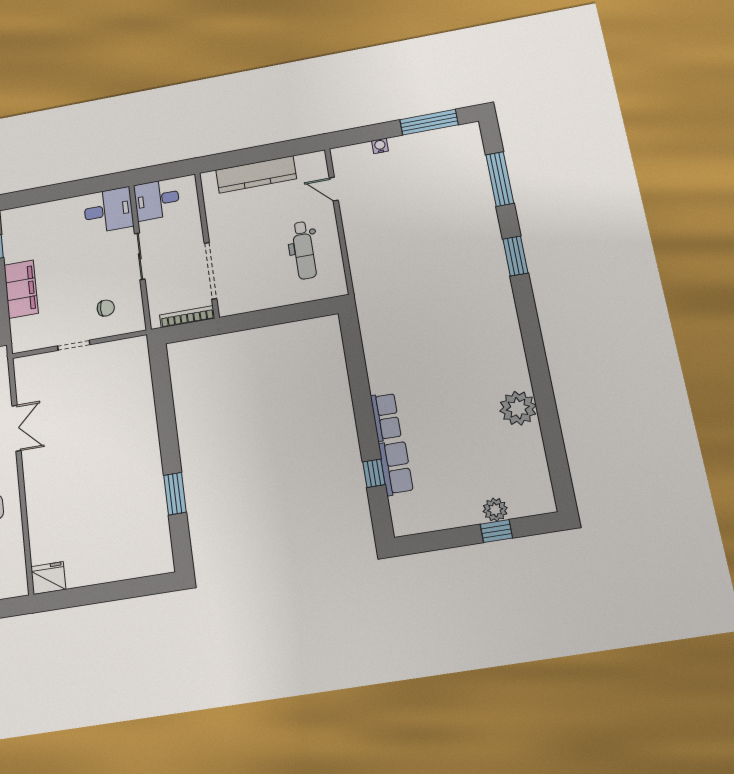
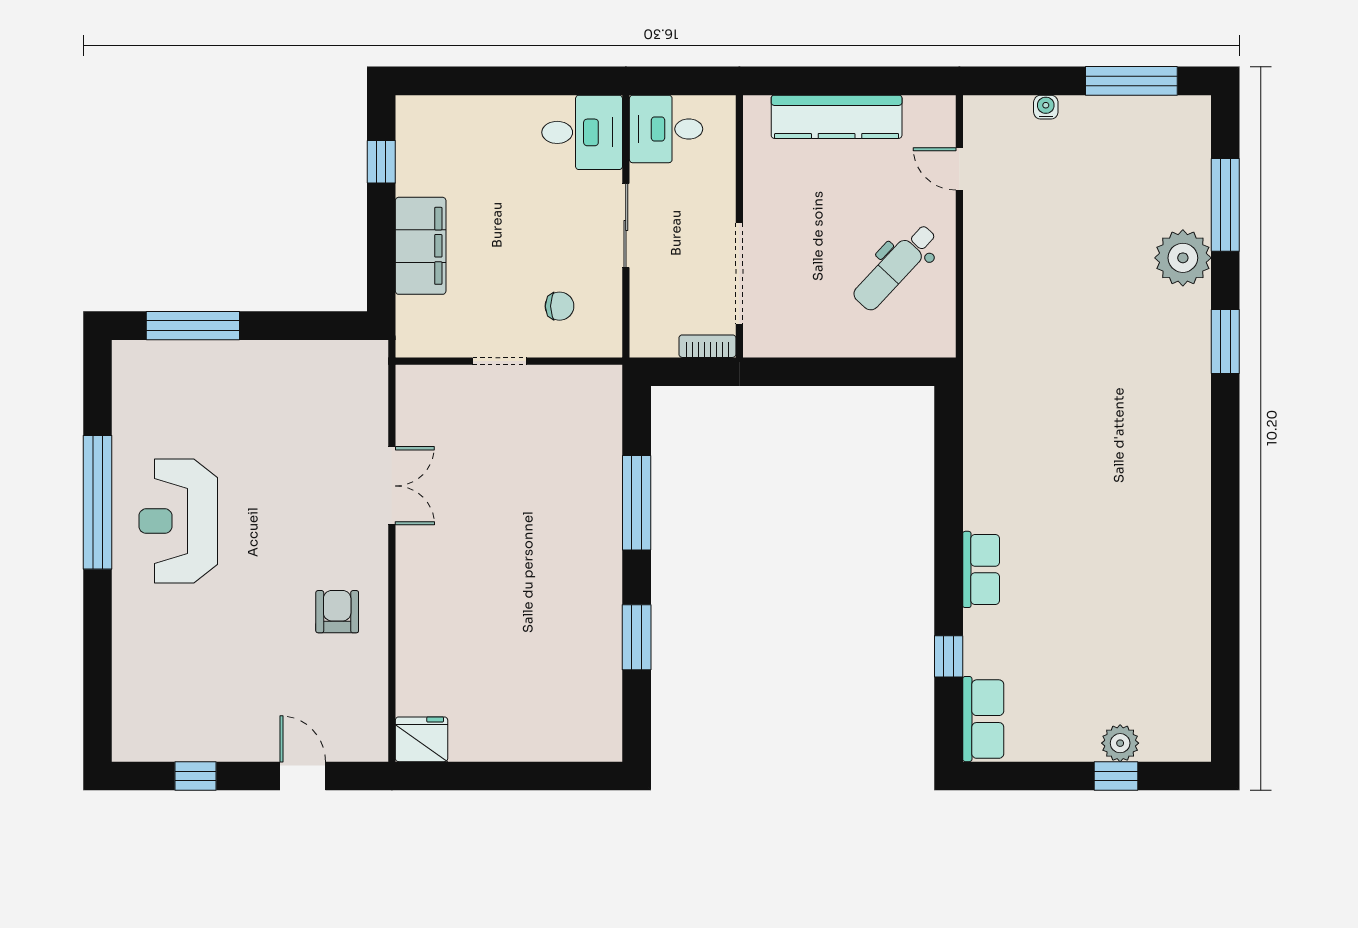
dental chair: (304, 250) -> (895, 267), turned 43
bookcase: (187, 317) -> (707, 346), width x0.64
plant: (518, 408) -> (1183, 258), moved
window: (165, 413) -> (637, 503), added
row of seats: (396, 468) -> (983, 719), moved

